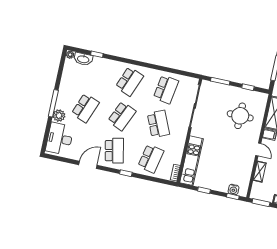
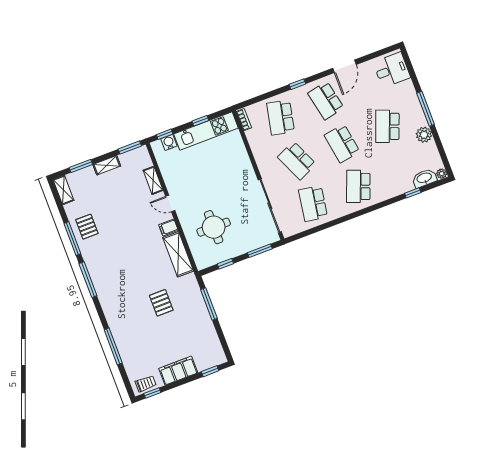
plant: (59, 116) -> (424, 135), moved
school desk: (122, 116) -> (342, 143), turned -33
desk: (60, 139) -> (392, 70), width x0.73
kitchen unit: (191, 161) -> (206, 131), moved, turned -90

